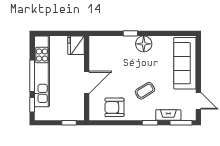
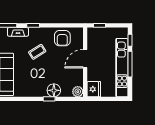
plant: (96, 42) -> (78, 92), added
floor lamp: (144, 44) -> (54, 90), moved
armchair: (114, 107) -> (62, 38), turned 90

